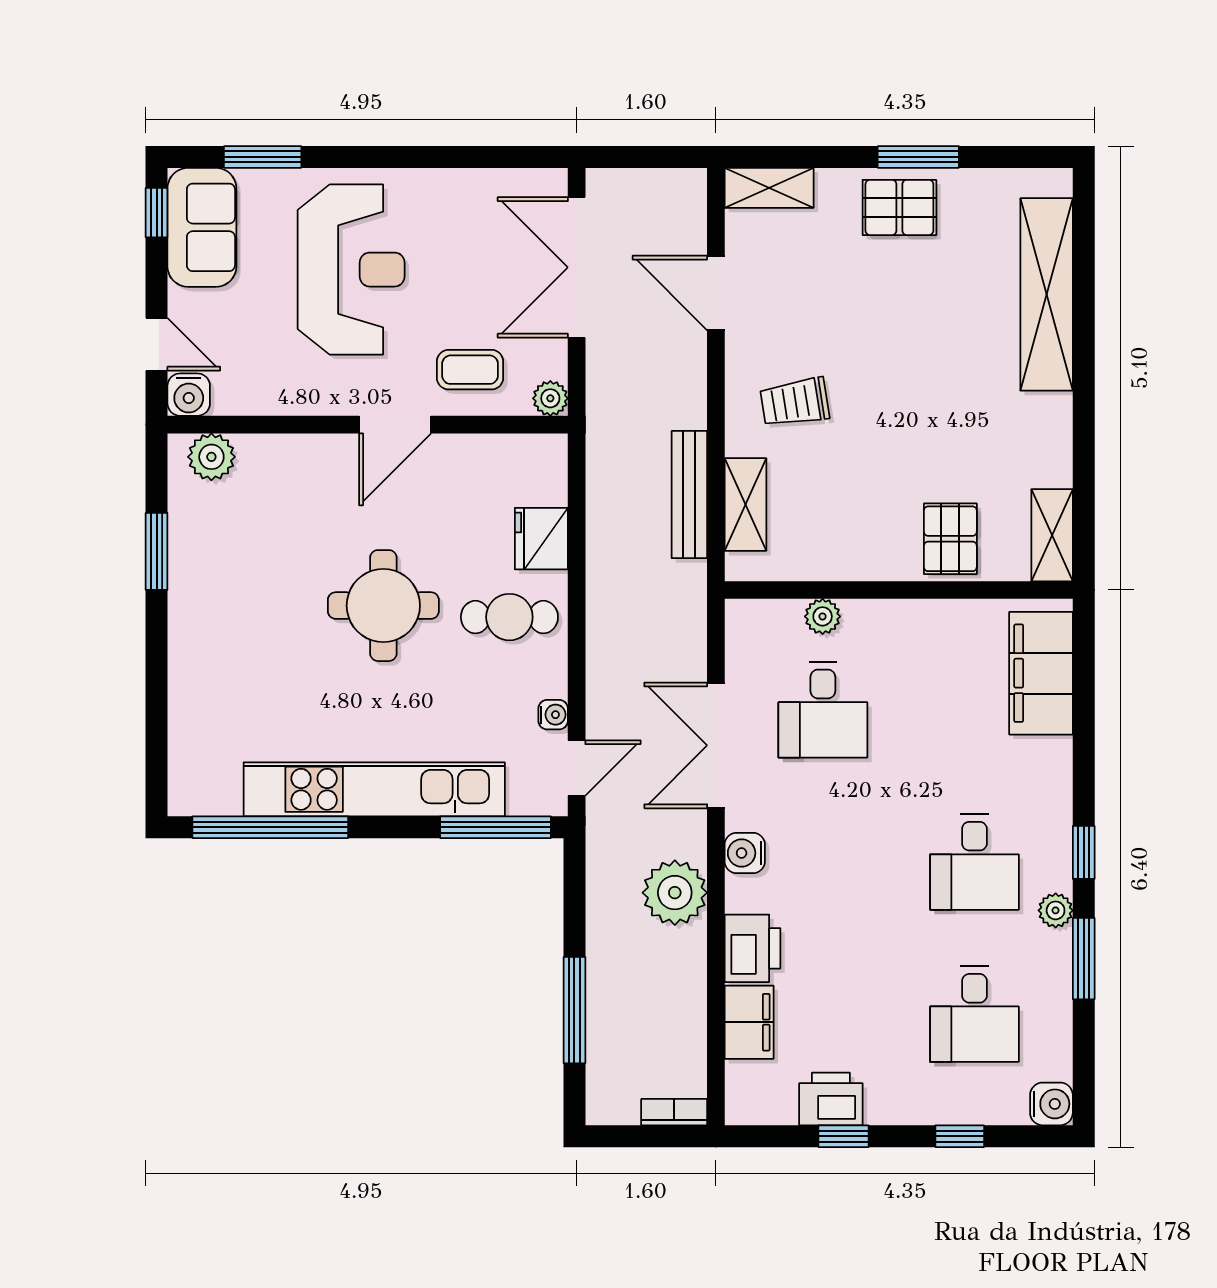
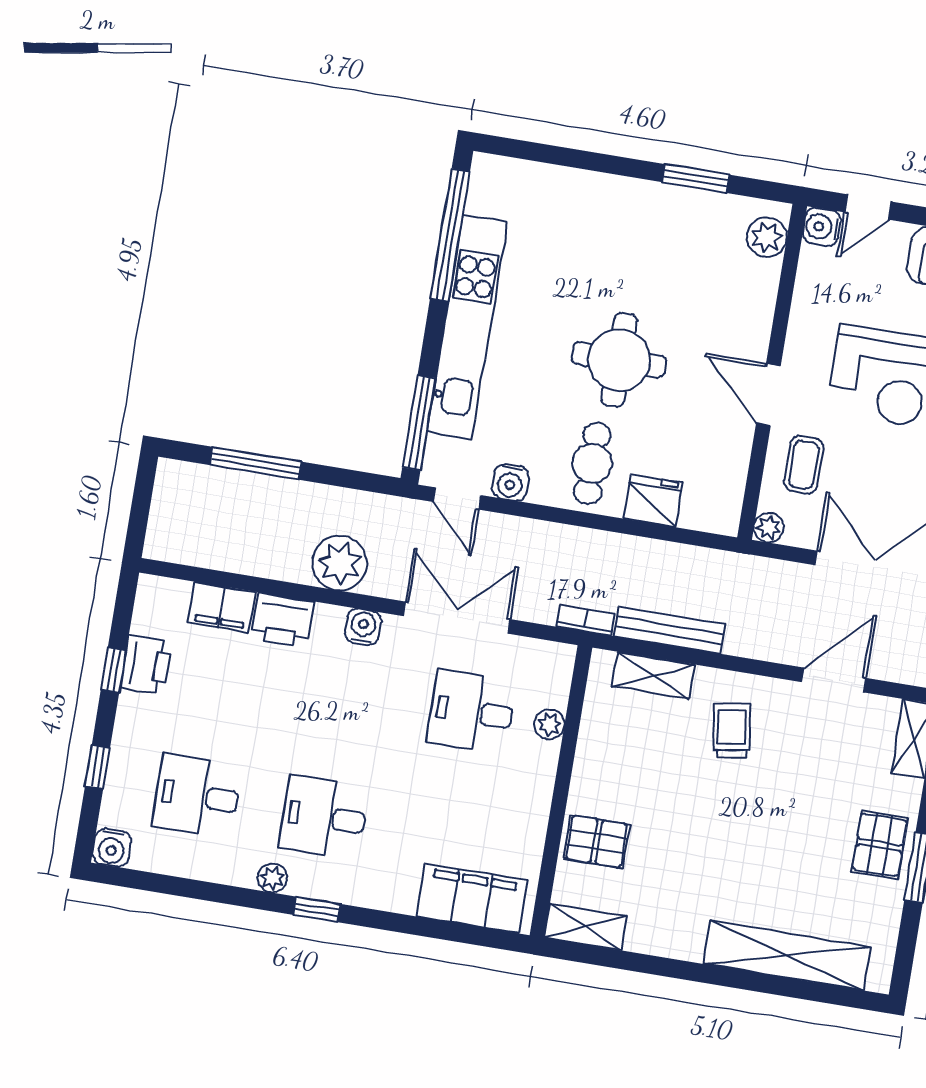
water cooler: (553, 715) -> (510, 482), width x1.38, depth x1.38
window: (1084, 959) -> (228, 895), removed
bookcase: (674, 1112) -> (585, 620), moved, turned -90

